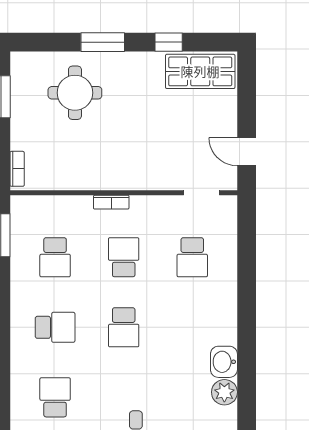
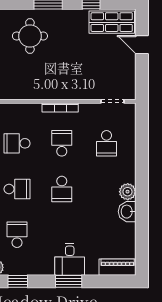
door: (247, 152) -> (142, 45), moved
bookcase: (111, 202) -> (60, 107), width x1.56
school desk: (55, 257) -> (17, 143), turned 90
plant: (224, 392) -> (128, 192), moved

